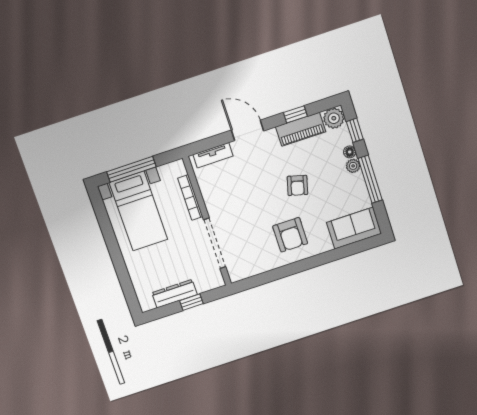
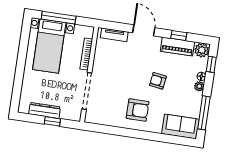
window: (370, 179) -> (204, 113), moved
armchair: (297, 185) -> (158, 81), turned 83
armchair: (290, 235) -> (138, 110), turned -90

